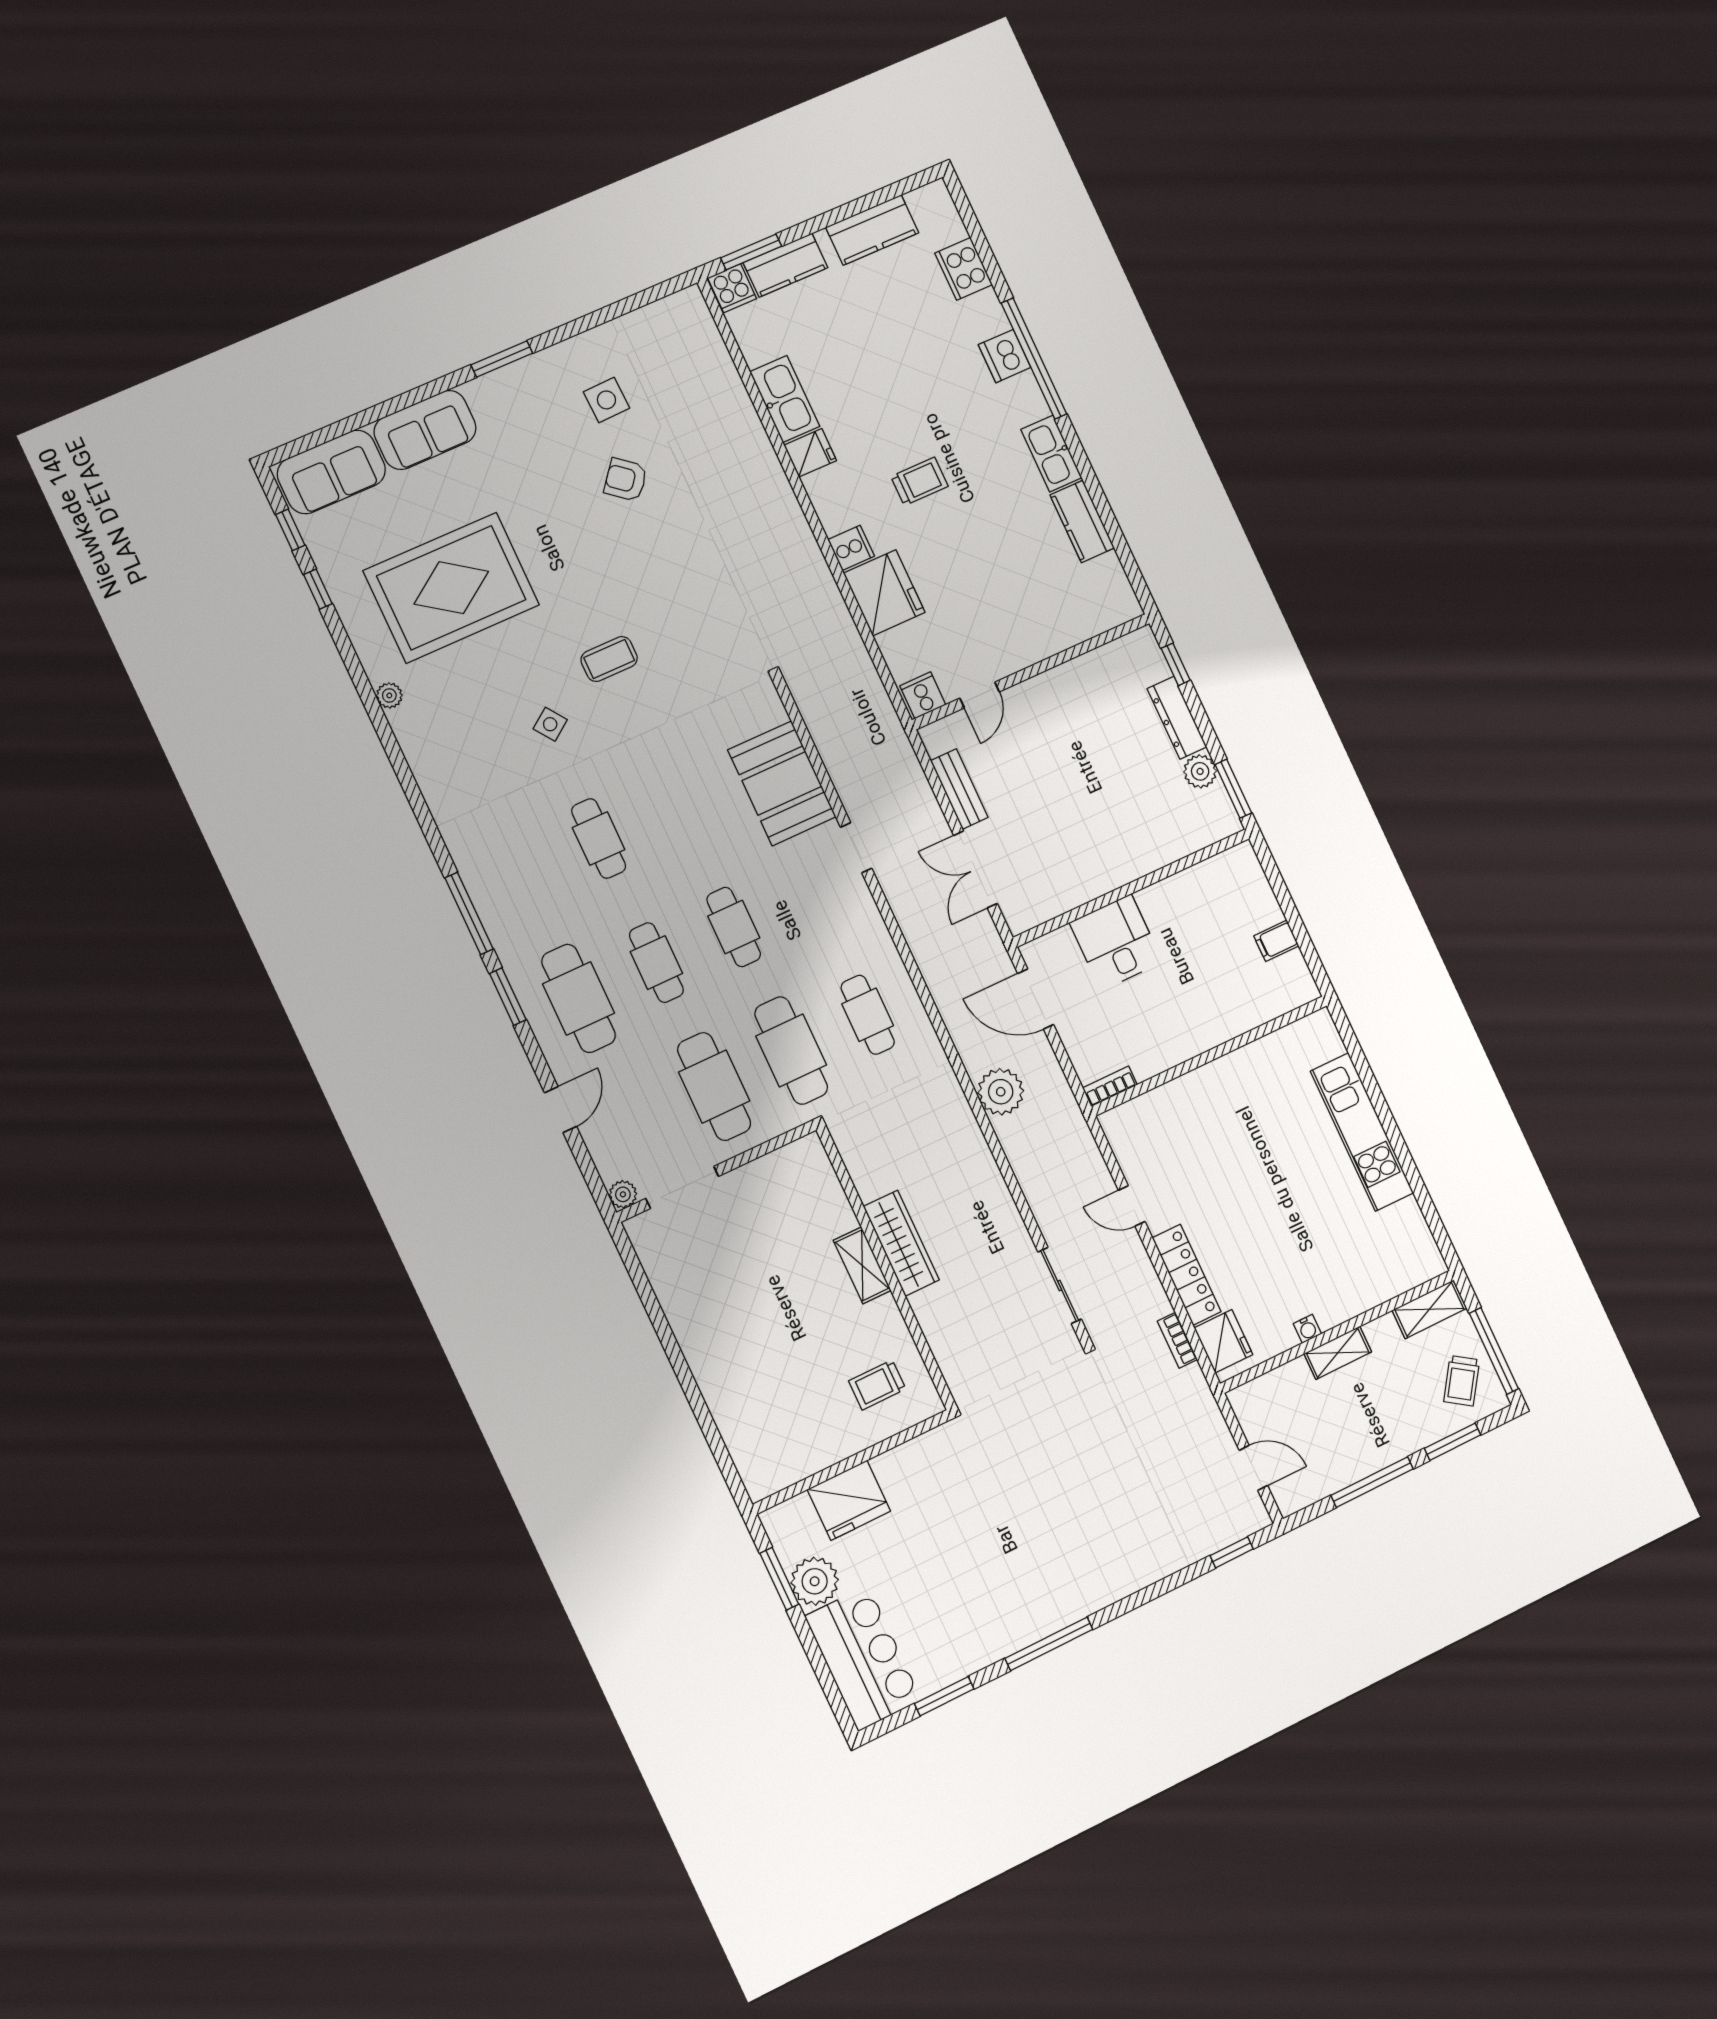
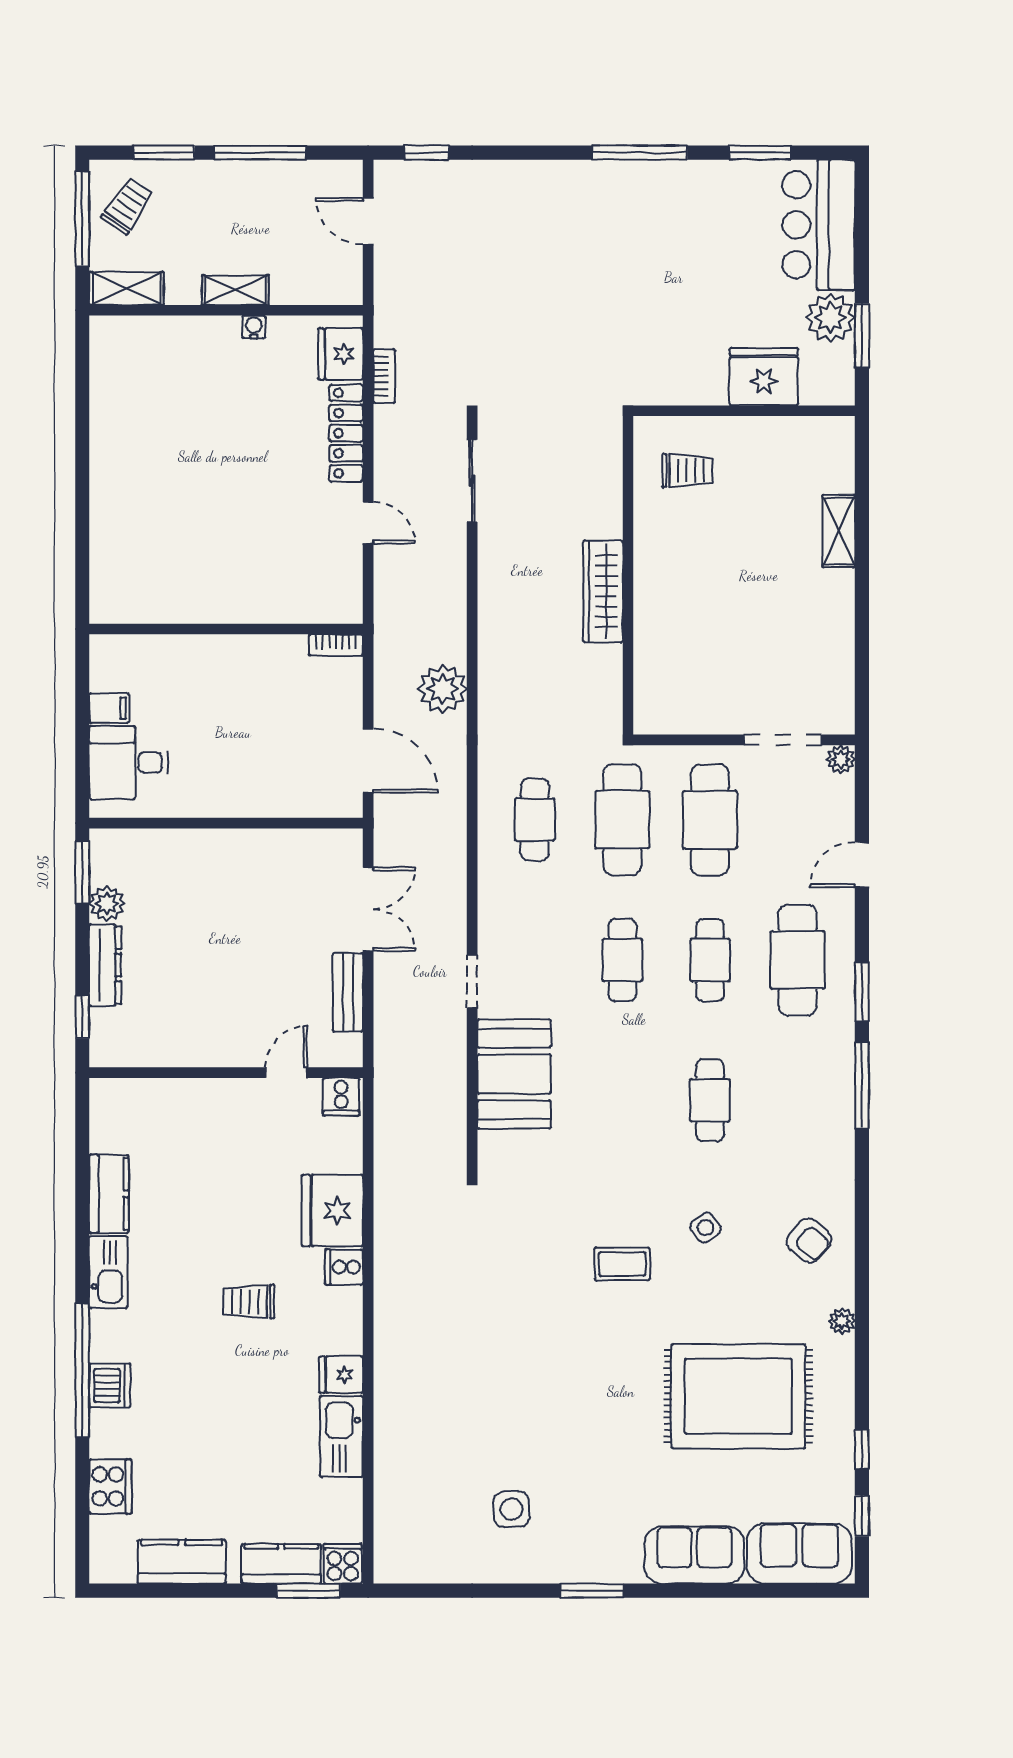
armchair: (626, 480) -> (809, 1240), moved
desk: (1116, 942) -> (129, 763), moved, turned 90
kitchen unit: (1362, 1132) -> (112, 488), removed
shelving: (862, 1265) -> (839, 531), moved

